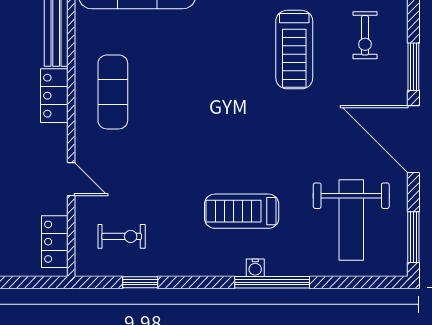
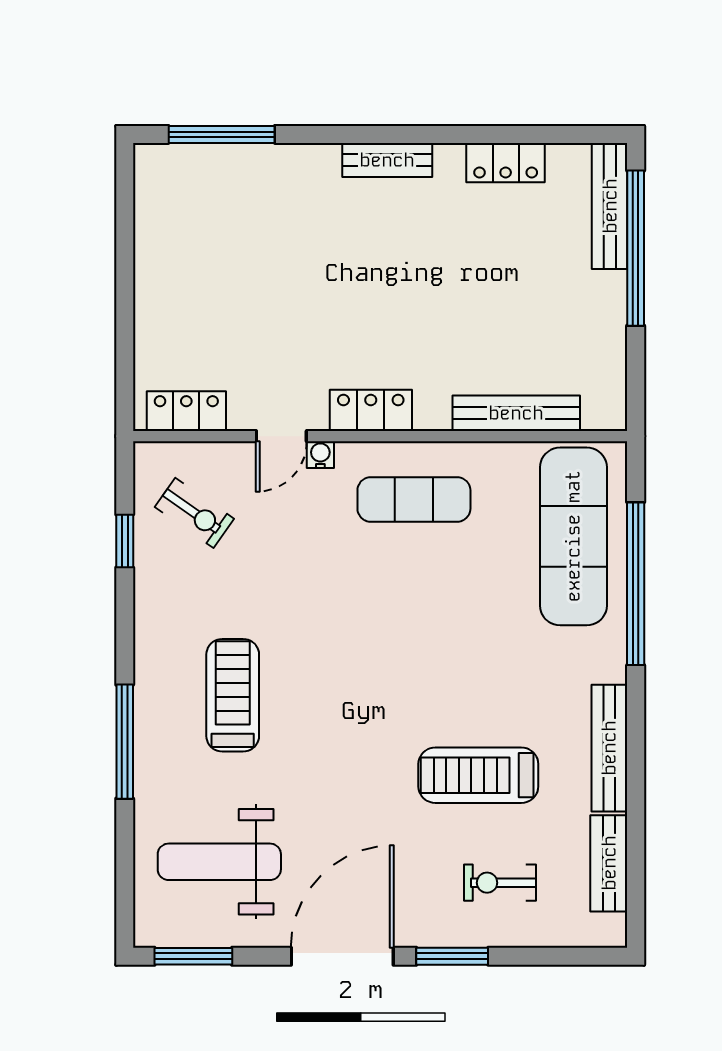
locker: (54, 96) -> (371, 410), moved
exercise bike: (122, 236) -> (194, 513), turned -55
water cooler: (255, 268) -> (320, 455), moved, turned 90

